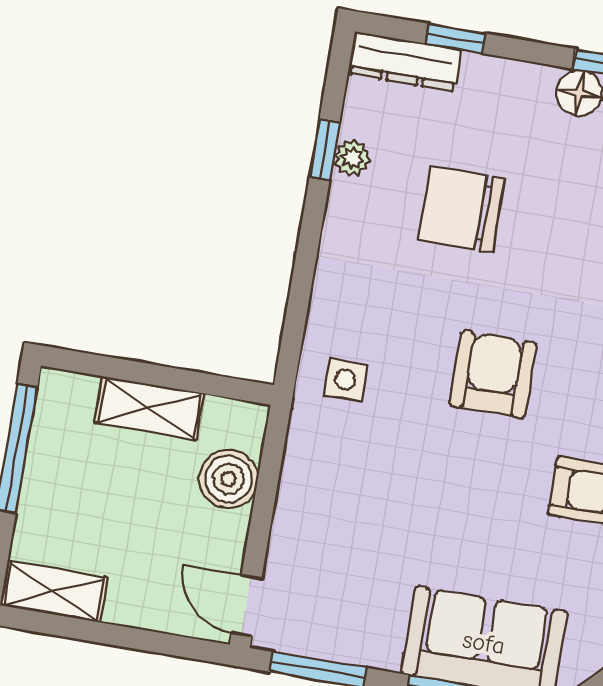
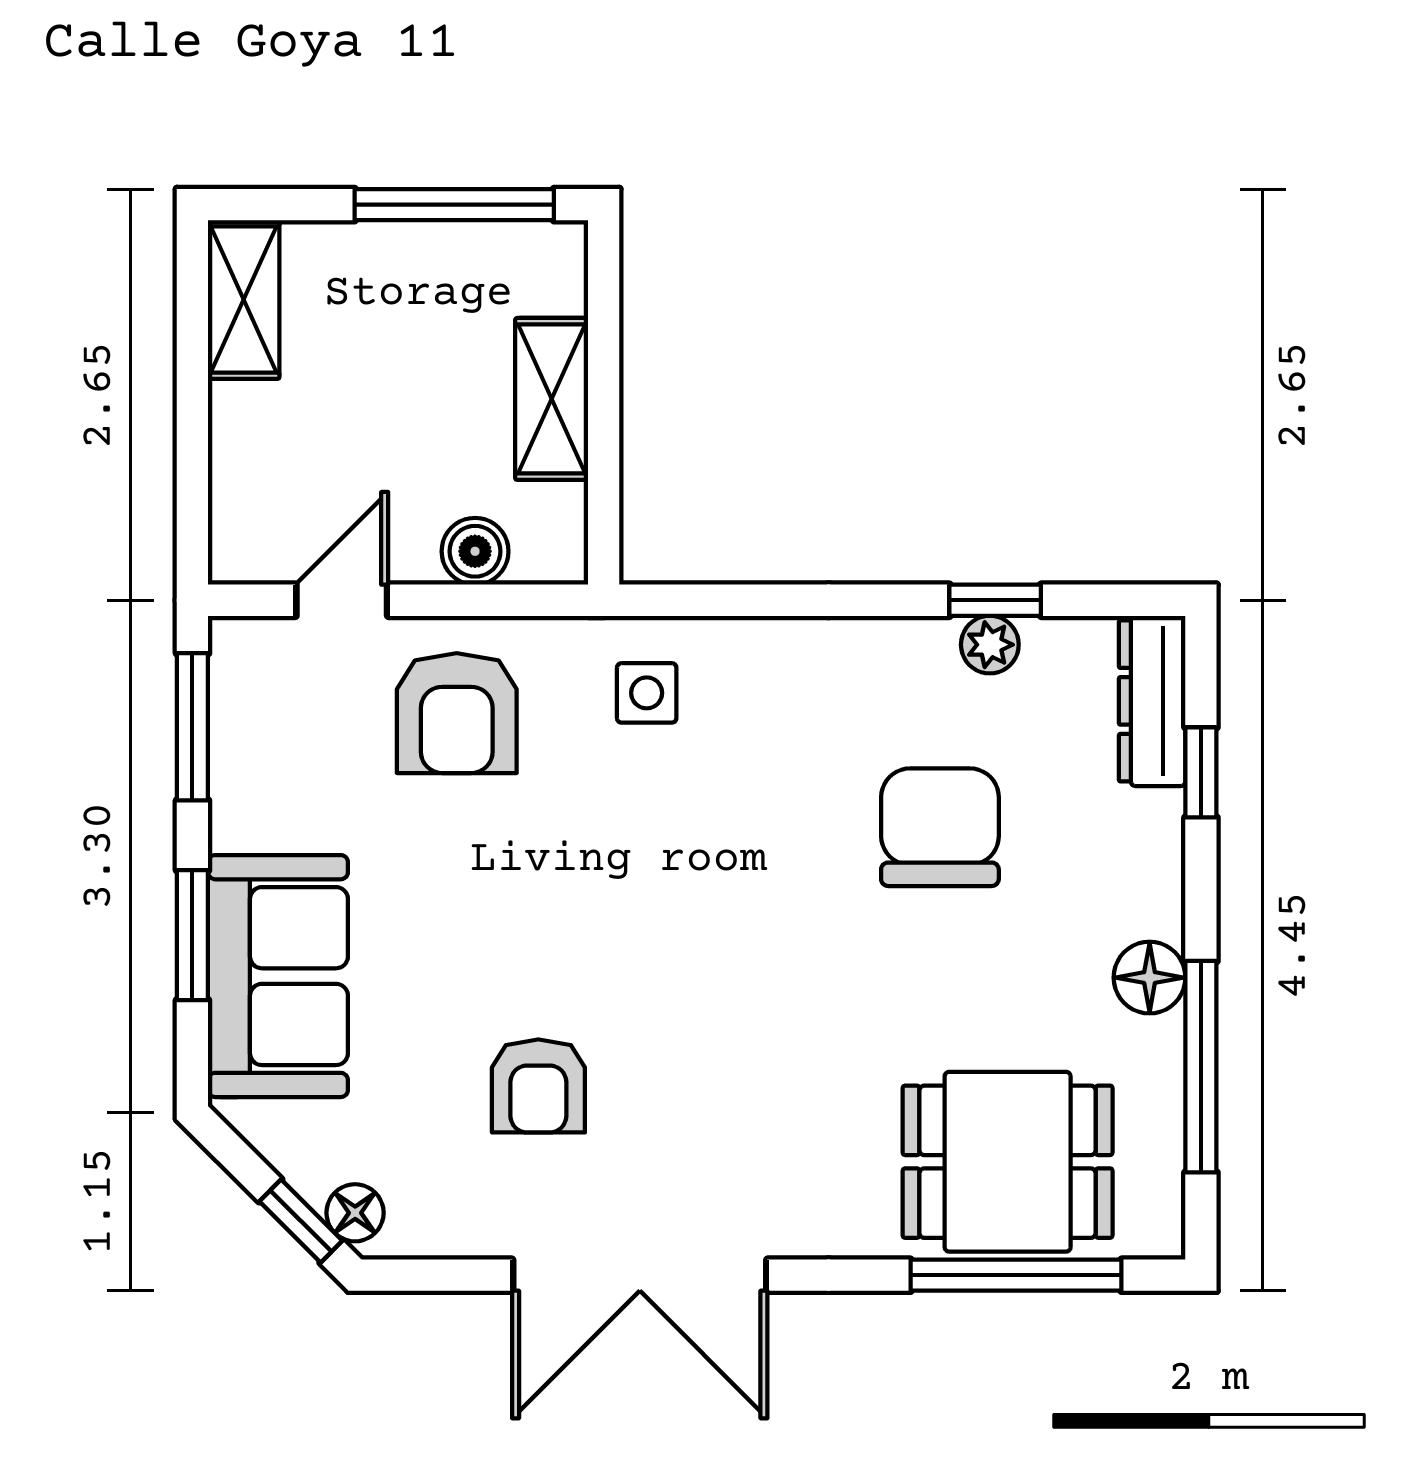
armchair: (493, 374) -> (457, 713), moved, turned 90
boiler: (229, 479) -> (475, 551), width x0.73, depth x0.73
door: (247, 605) -> (342, 600), moved

